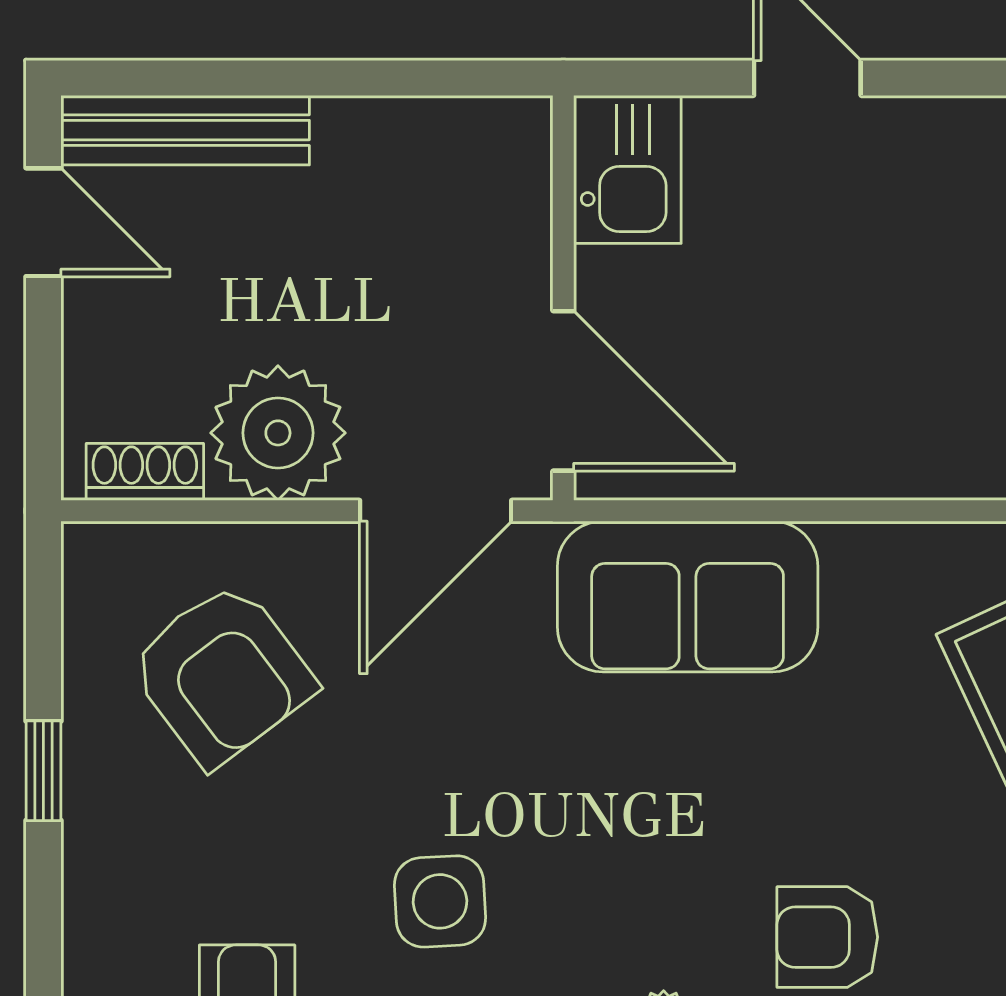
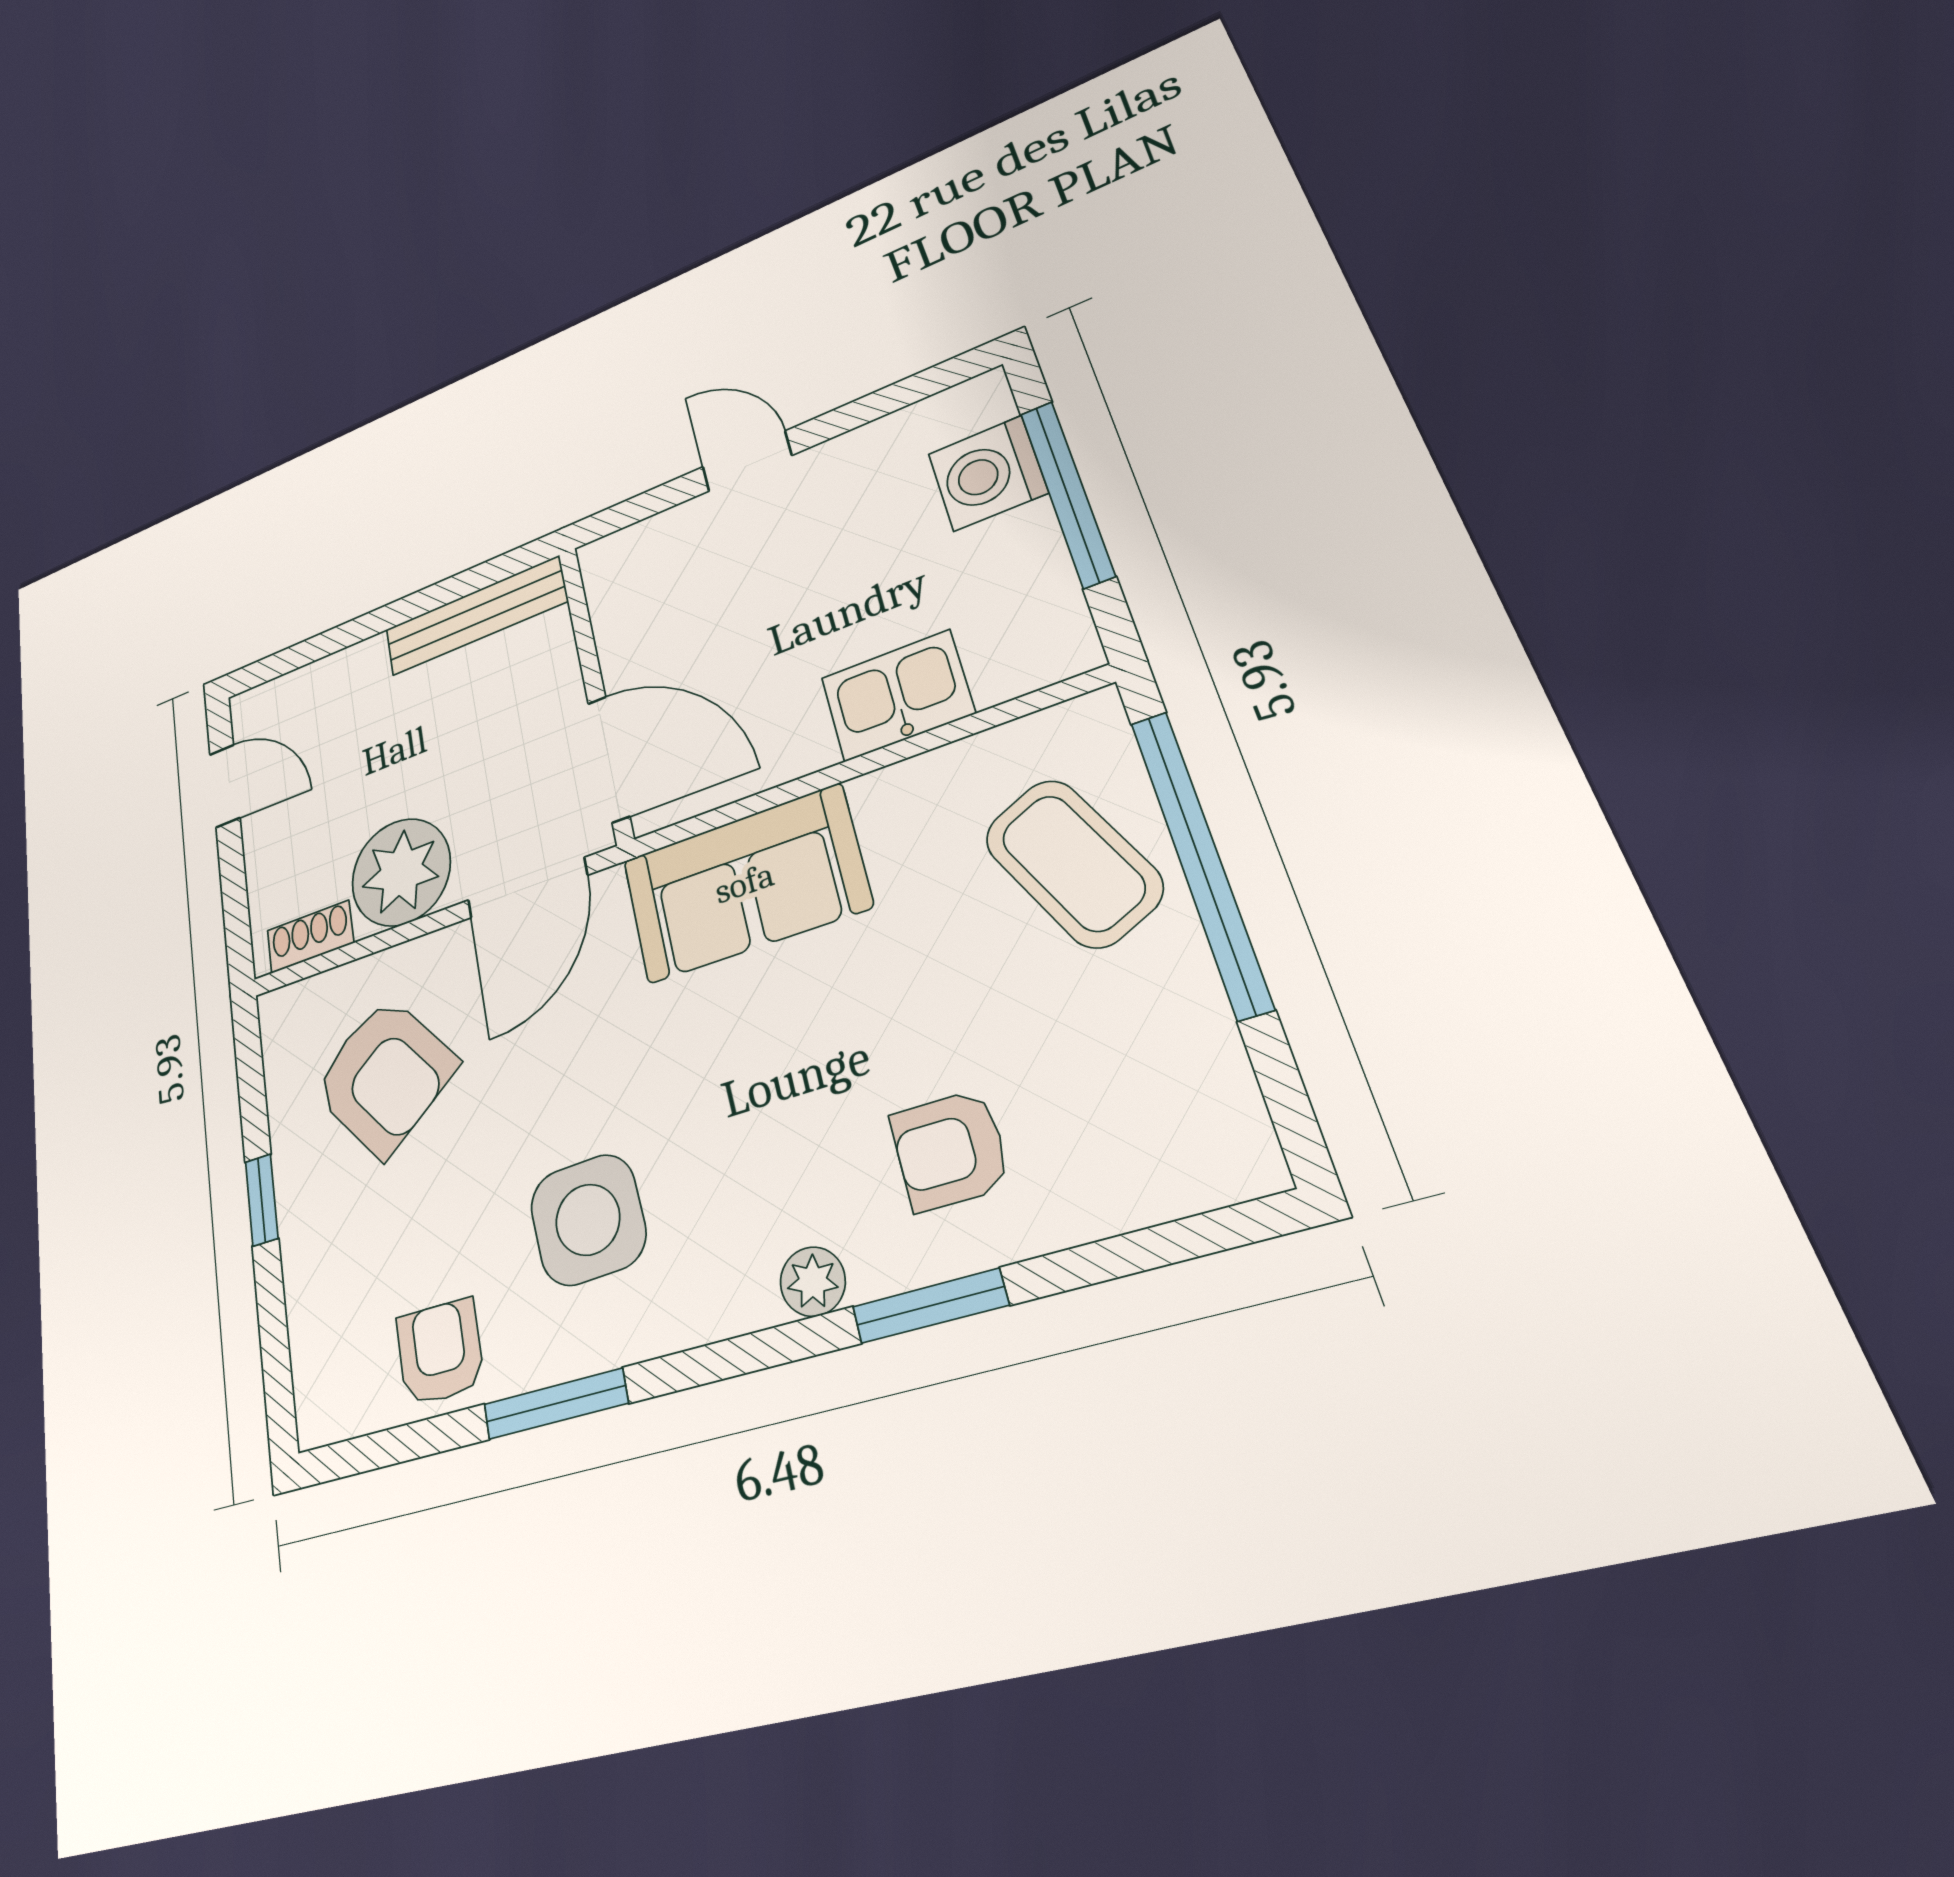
bench: (185, 130) -> (475, 616), moved
kitchen sink: (627, 169) -> (897, 696), moved, turned -90
side table: (440, 901) -> (588, 1220), width x1.37, depth x1.37

